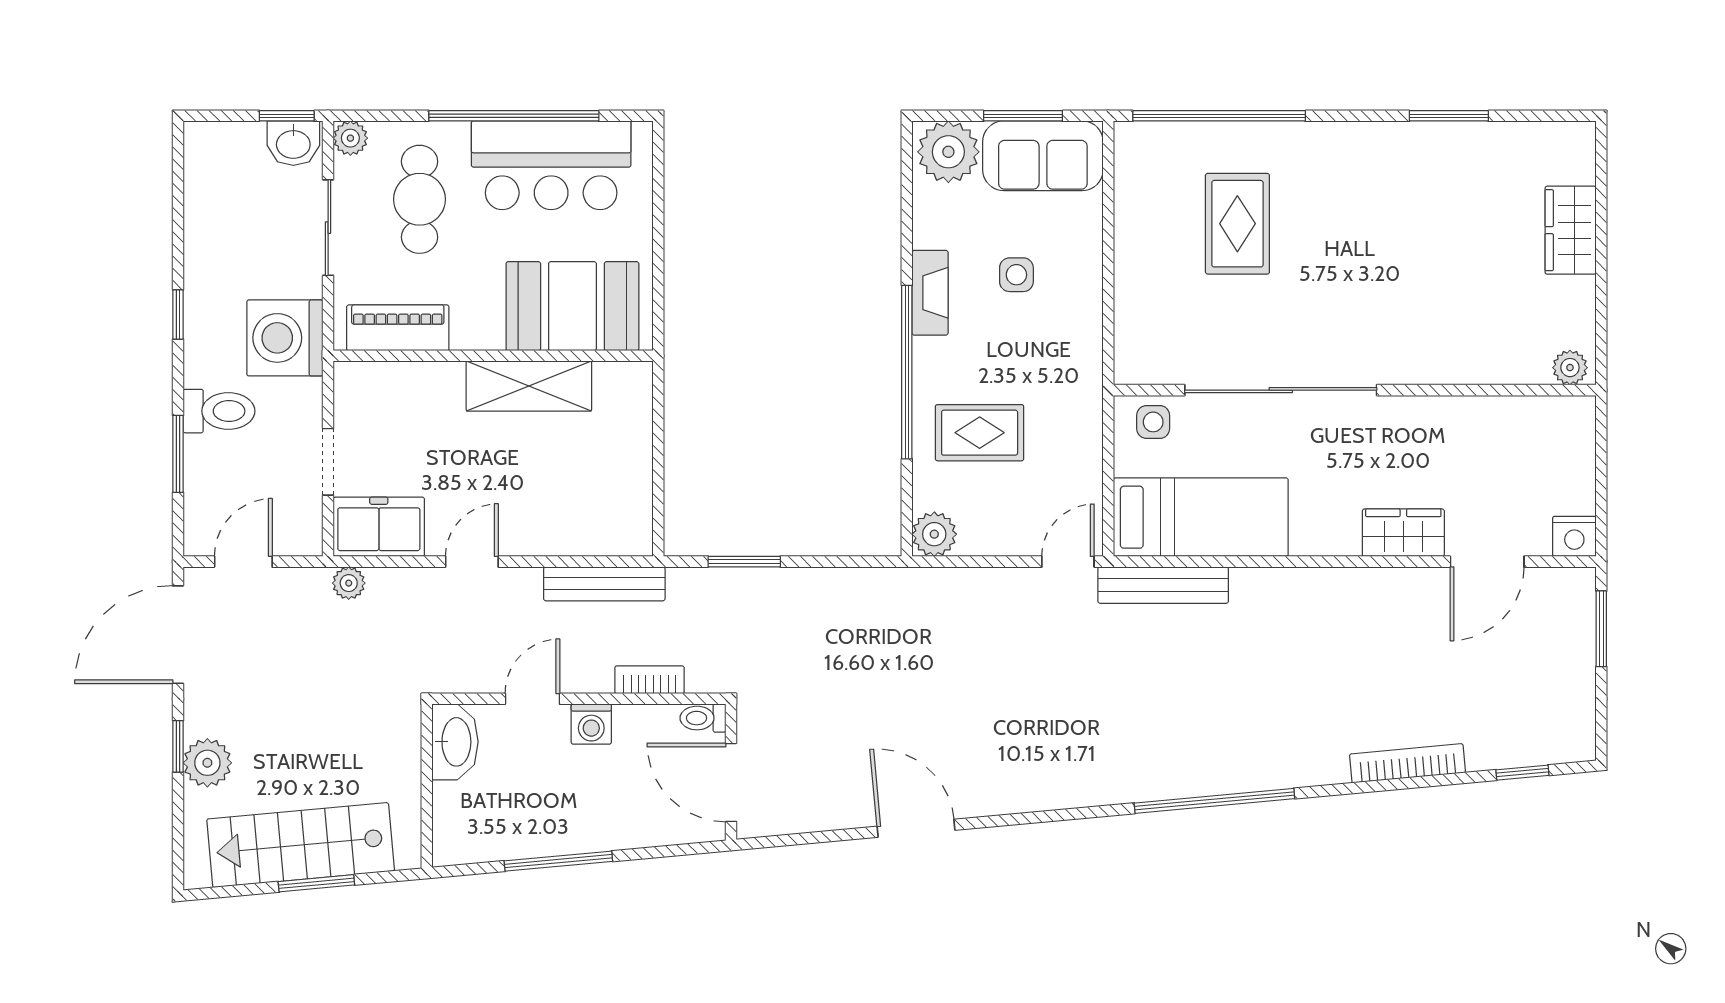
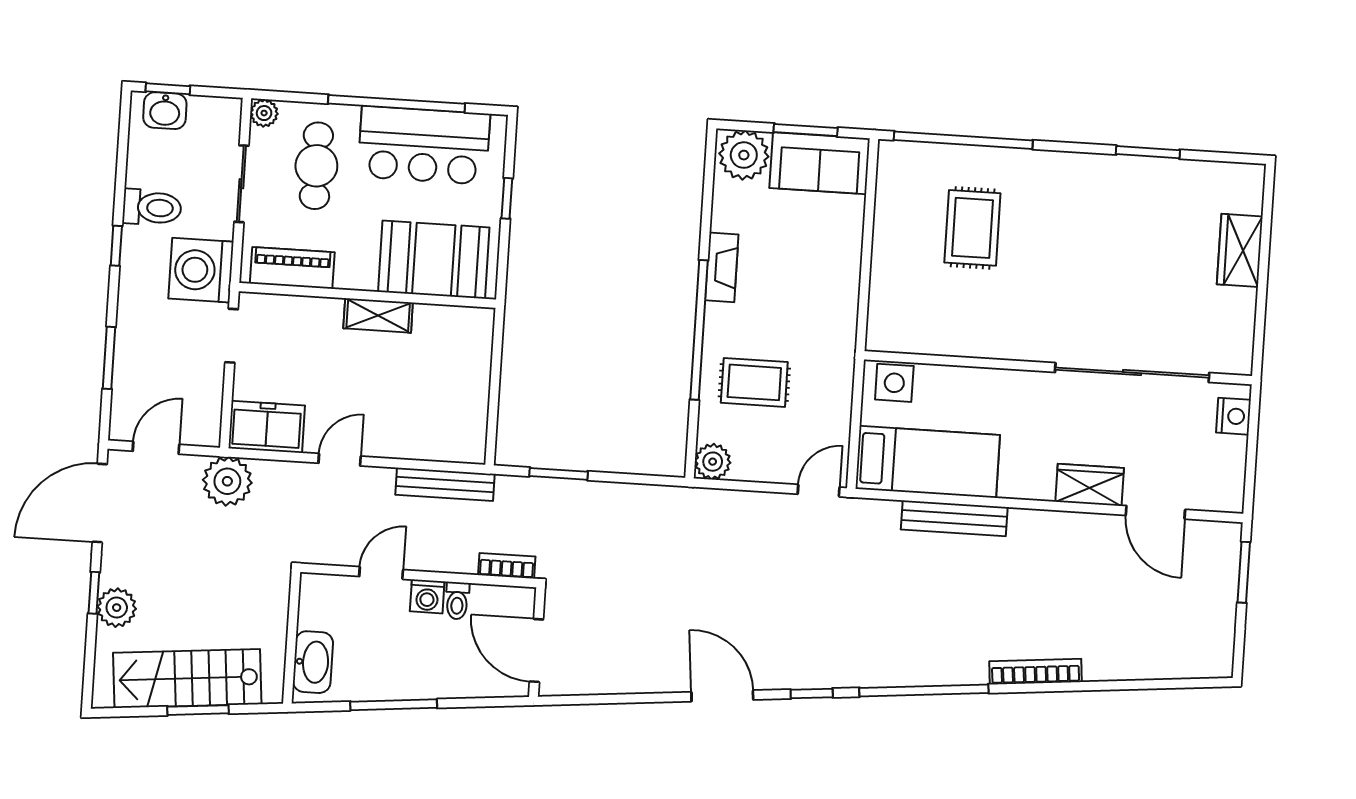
window: (287, 116) -> (168, 89), moved
washbasin: (293, 143) -> (165, 111), moved
window: (658, 224) -> (507, 198), added
side table: (1016, 275) -> (792, 257), removed
plant: (1570, 368) -> (1232, 361), removed
shelving: (529, 386) -> (378, 315), width x0.67, depth x0.75
sliding door: (1281, 390) -> (1132, 373), moved
toilet: (219, 411) -> (152, 207), moved
side table: (1153, 422) -> (894, 383), width x1.37, depth x1.37
doorway: (328, 462) -> (232, 336), moved
nightstand: (1574, 536) -> (1233, 416), moved, turned -90
door: (1487, 562) -> (1155, 512), hinge flipped
plant: (349, 583) -> (227, 481), width x1.88, depth x1.88
bench: (1163, 585) -> (954, 518), moved
bookcase: (650, 680) -> (507, 566), moved
toilet: (703, 718) -> (457, 601), moved, turned -90
washbasin: (455, 742) -> (313, 662), moved
bookcase: (1407, 763) -> (1035, 672), moved
window: (1522, 773) -> (812, 693), moved
door: (916, 828) -> (722, 696), moved

